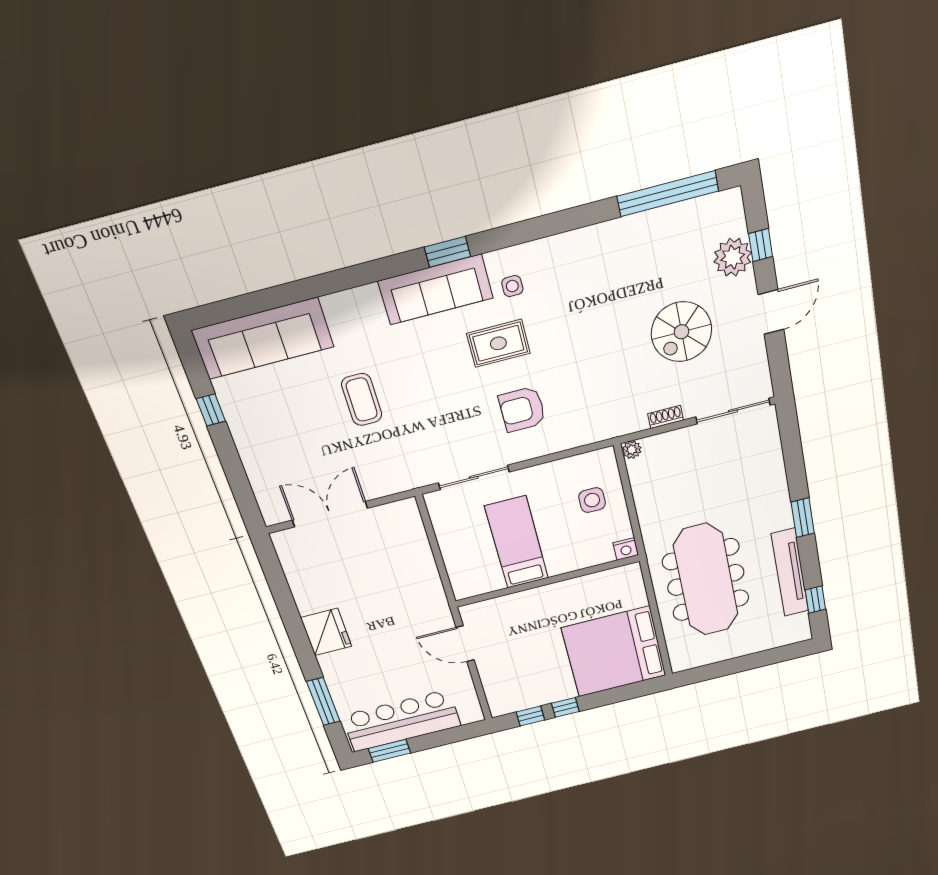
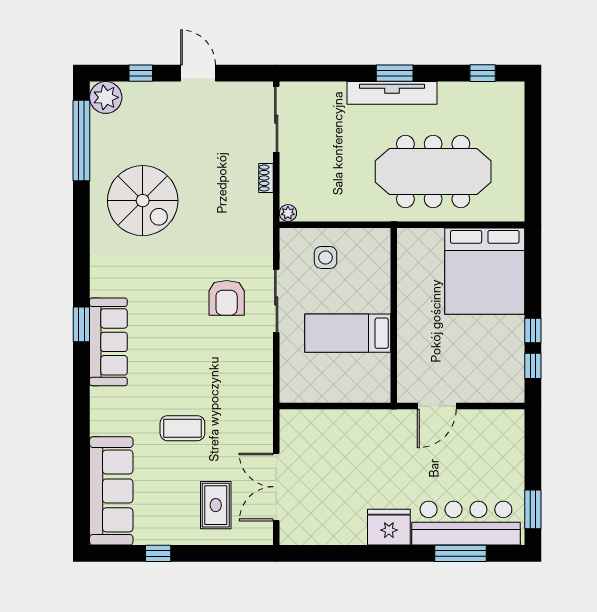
plant: (733, 257) -> (106, 97), moved
side table: (512, 286) -> (122, 280), removed
spiral stairs: (681, 332) -> (143, 201), moved, width x1.37, depth x1.37
rug: (498, 343) -> (216, 505), moved
sliding door: (474, 477) -> (276, 301), moved
nightstand: (626, 549) -> (381, 238), removed
tv unit: (790, 573) -> (392, 93), moved
bar counter: (401, 721) -> (466, 523), moved, turned 90

